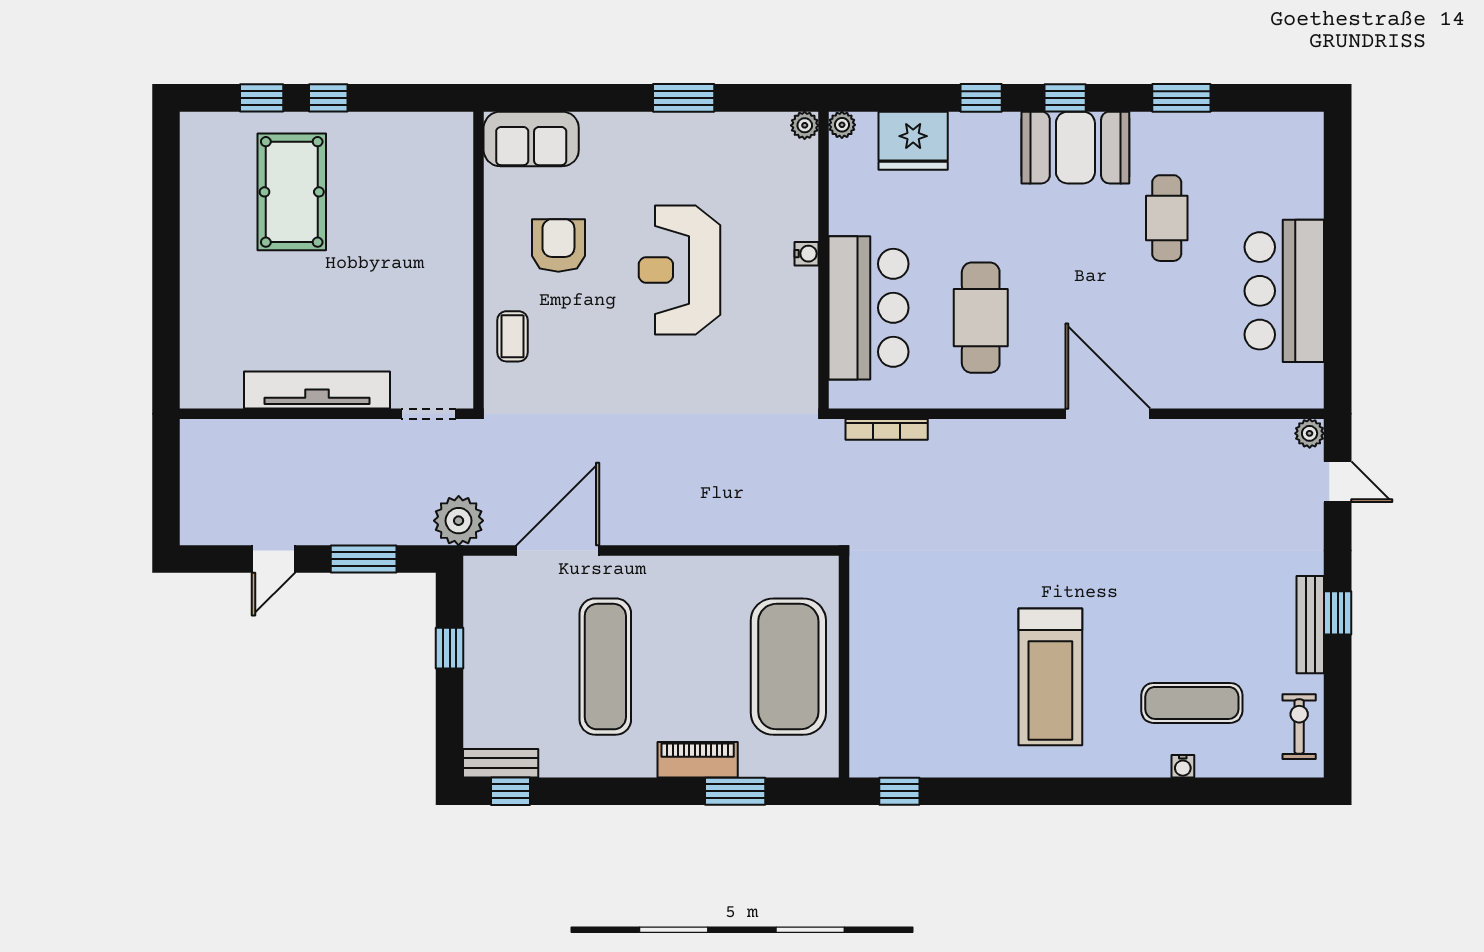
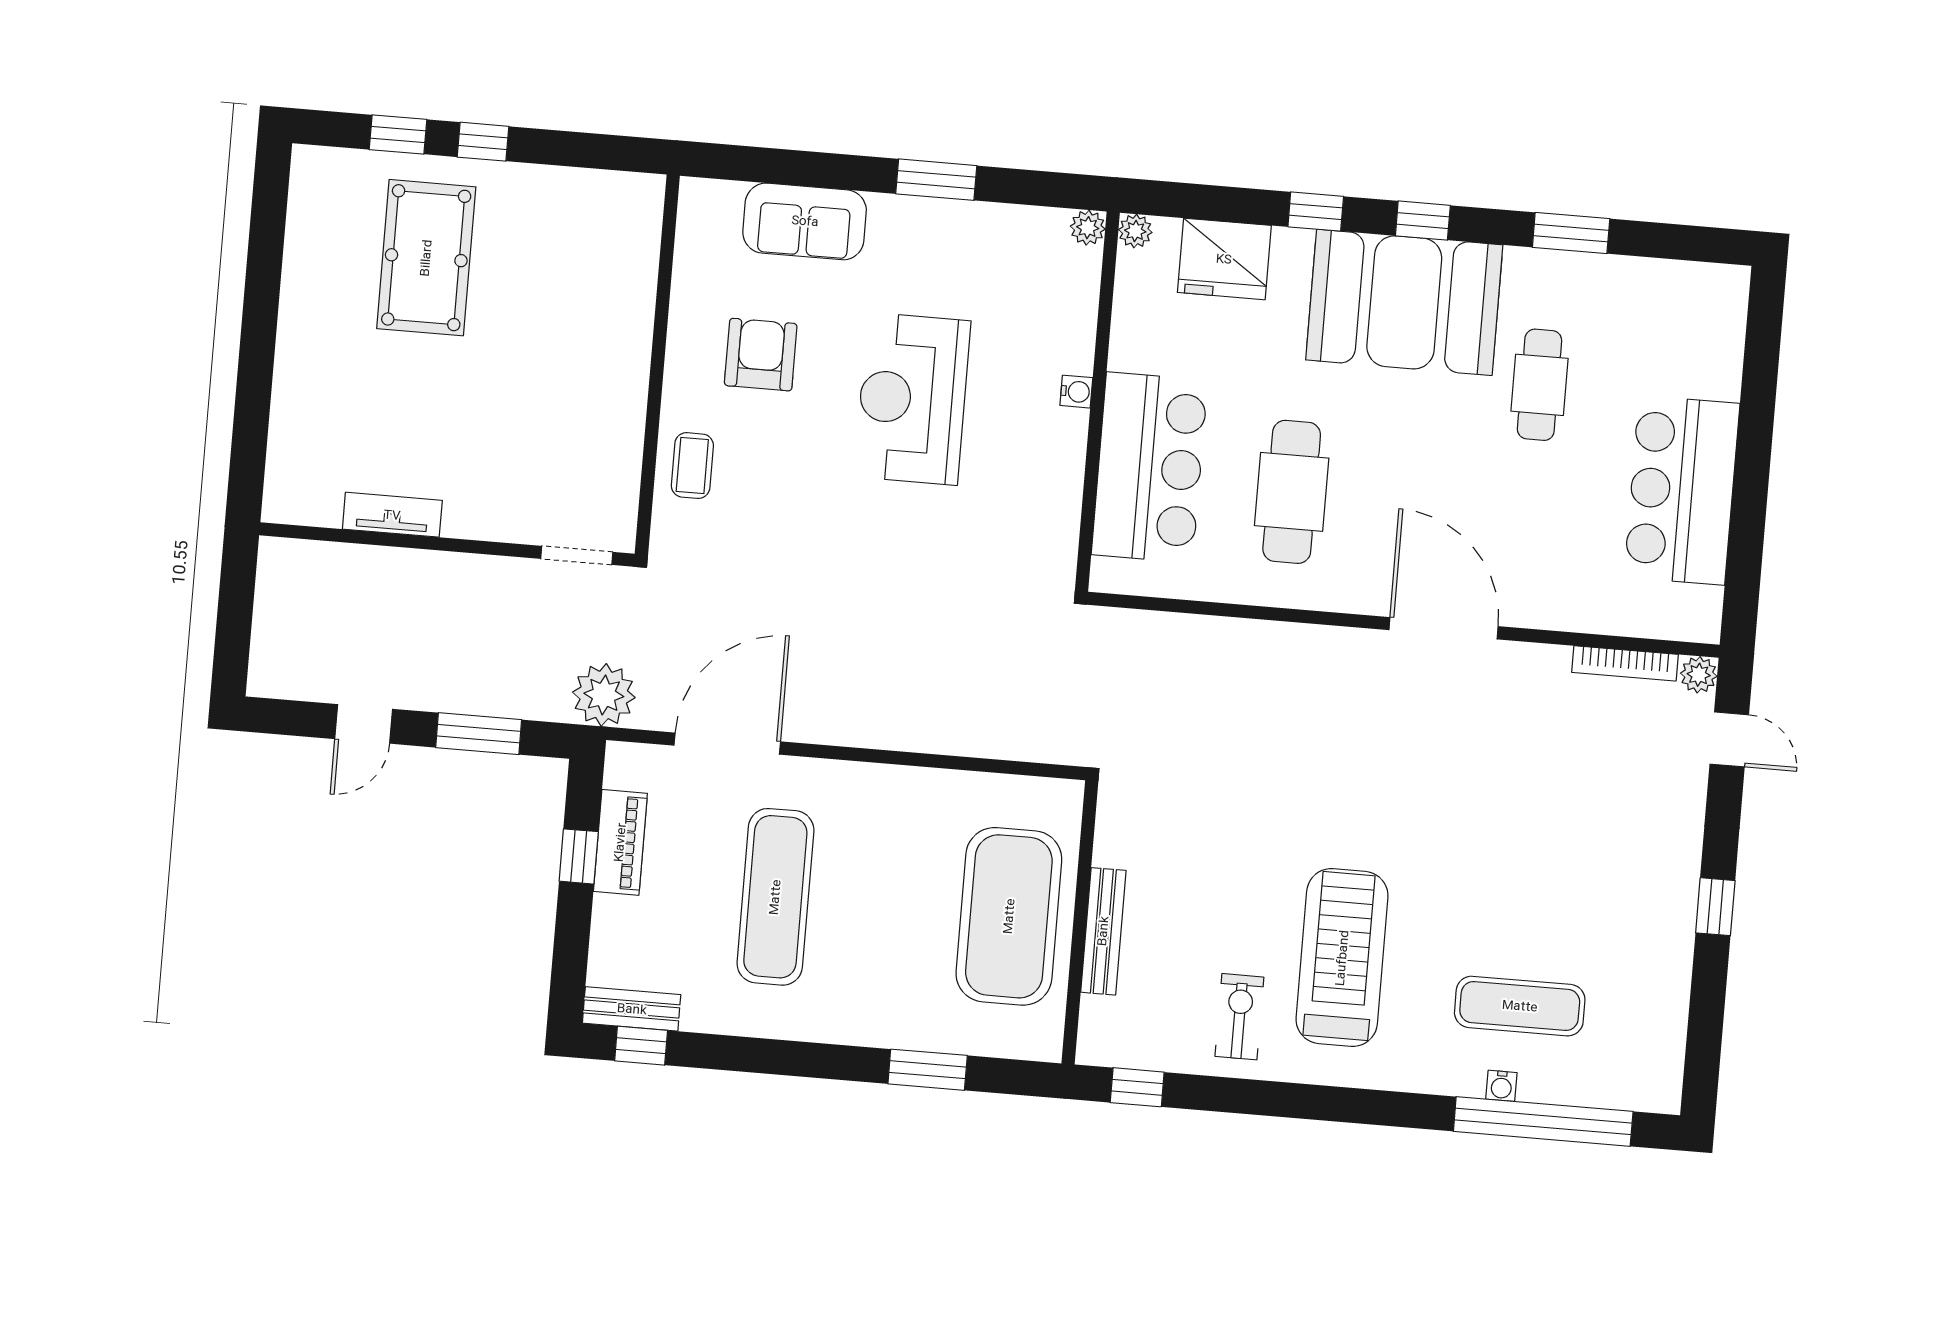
sofa: (531, 139) -> (805, 221), moved
booth: (1075, 148) -> (1404, 302), width x1.36, depth x1.42
tv unit: (317, 390) -> (392, 515), width x0.52, depth x0.78
bookcase: (887, 429) -> (1625, 663), moved
bench: (1310, 625) -> (1103, 931), moved
treadmill: (1050, 677) -> (1342, 958), turned 180
exercise bike: (1299, 727) -> (1239, 1017), moved
piano: (698, 760) -> (620, 842), moved, turned 90
window: (1218, 791) -> (1543, 1121), added

